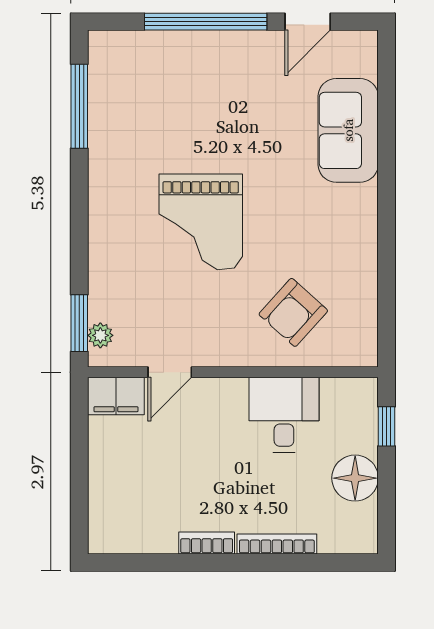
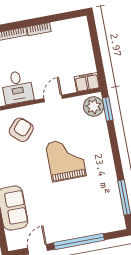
plant: (100, 335) -> (94, 106), width x1.88, depth x1.88
door: (170, 372) -> (53, 99), moved

